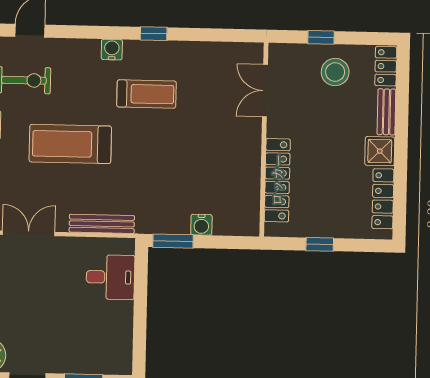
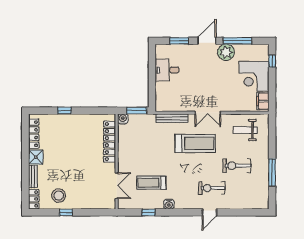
double door: (265, 91) -> (117, 186), moved
wall: (264, 140) -> (117, 162), moved
treadmill: (70, 144) -> (195, 143), moved
locker: (277, 180) -> (110, 142), moved
desk: (110, 277) -> (167, 70), moved

